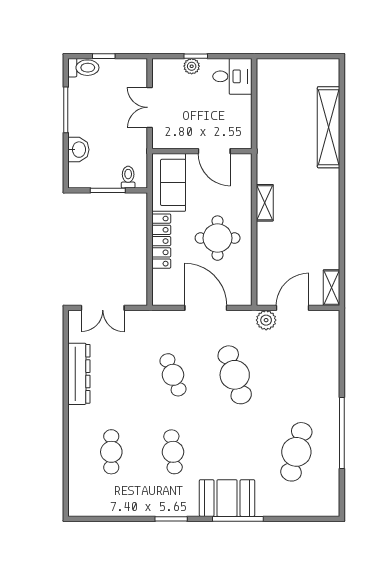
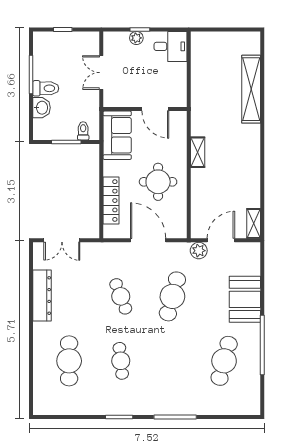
toilet: (83, 68) -> (46, 88), moved
locker: (161, 241) -> (111, 201), moved
cafe table: (235, 375) -> (172, 296), turned 33
cafe table: (111, 452) -> (69, 361), width x1.37, depth x1.35
booth: (227, 498) -> (245, 299), moved, turned 90

